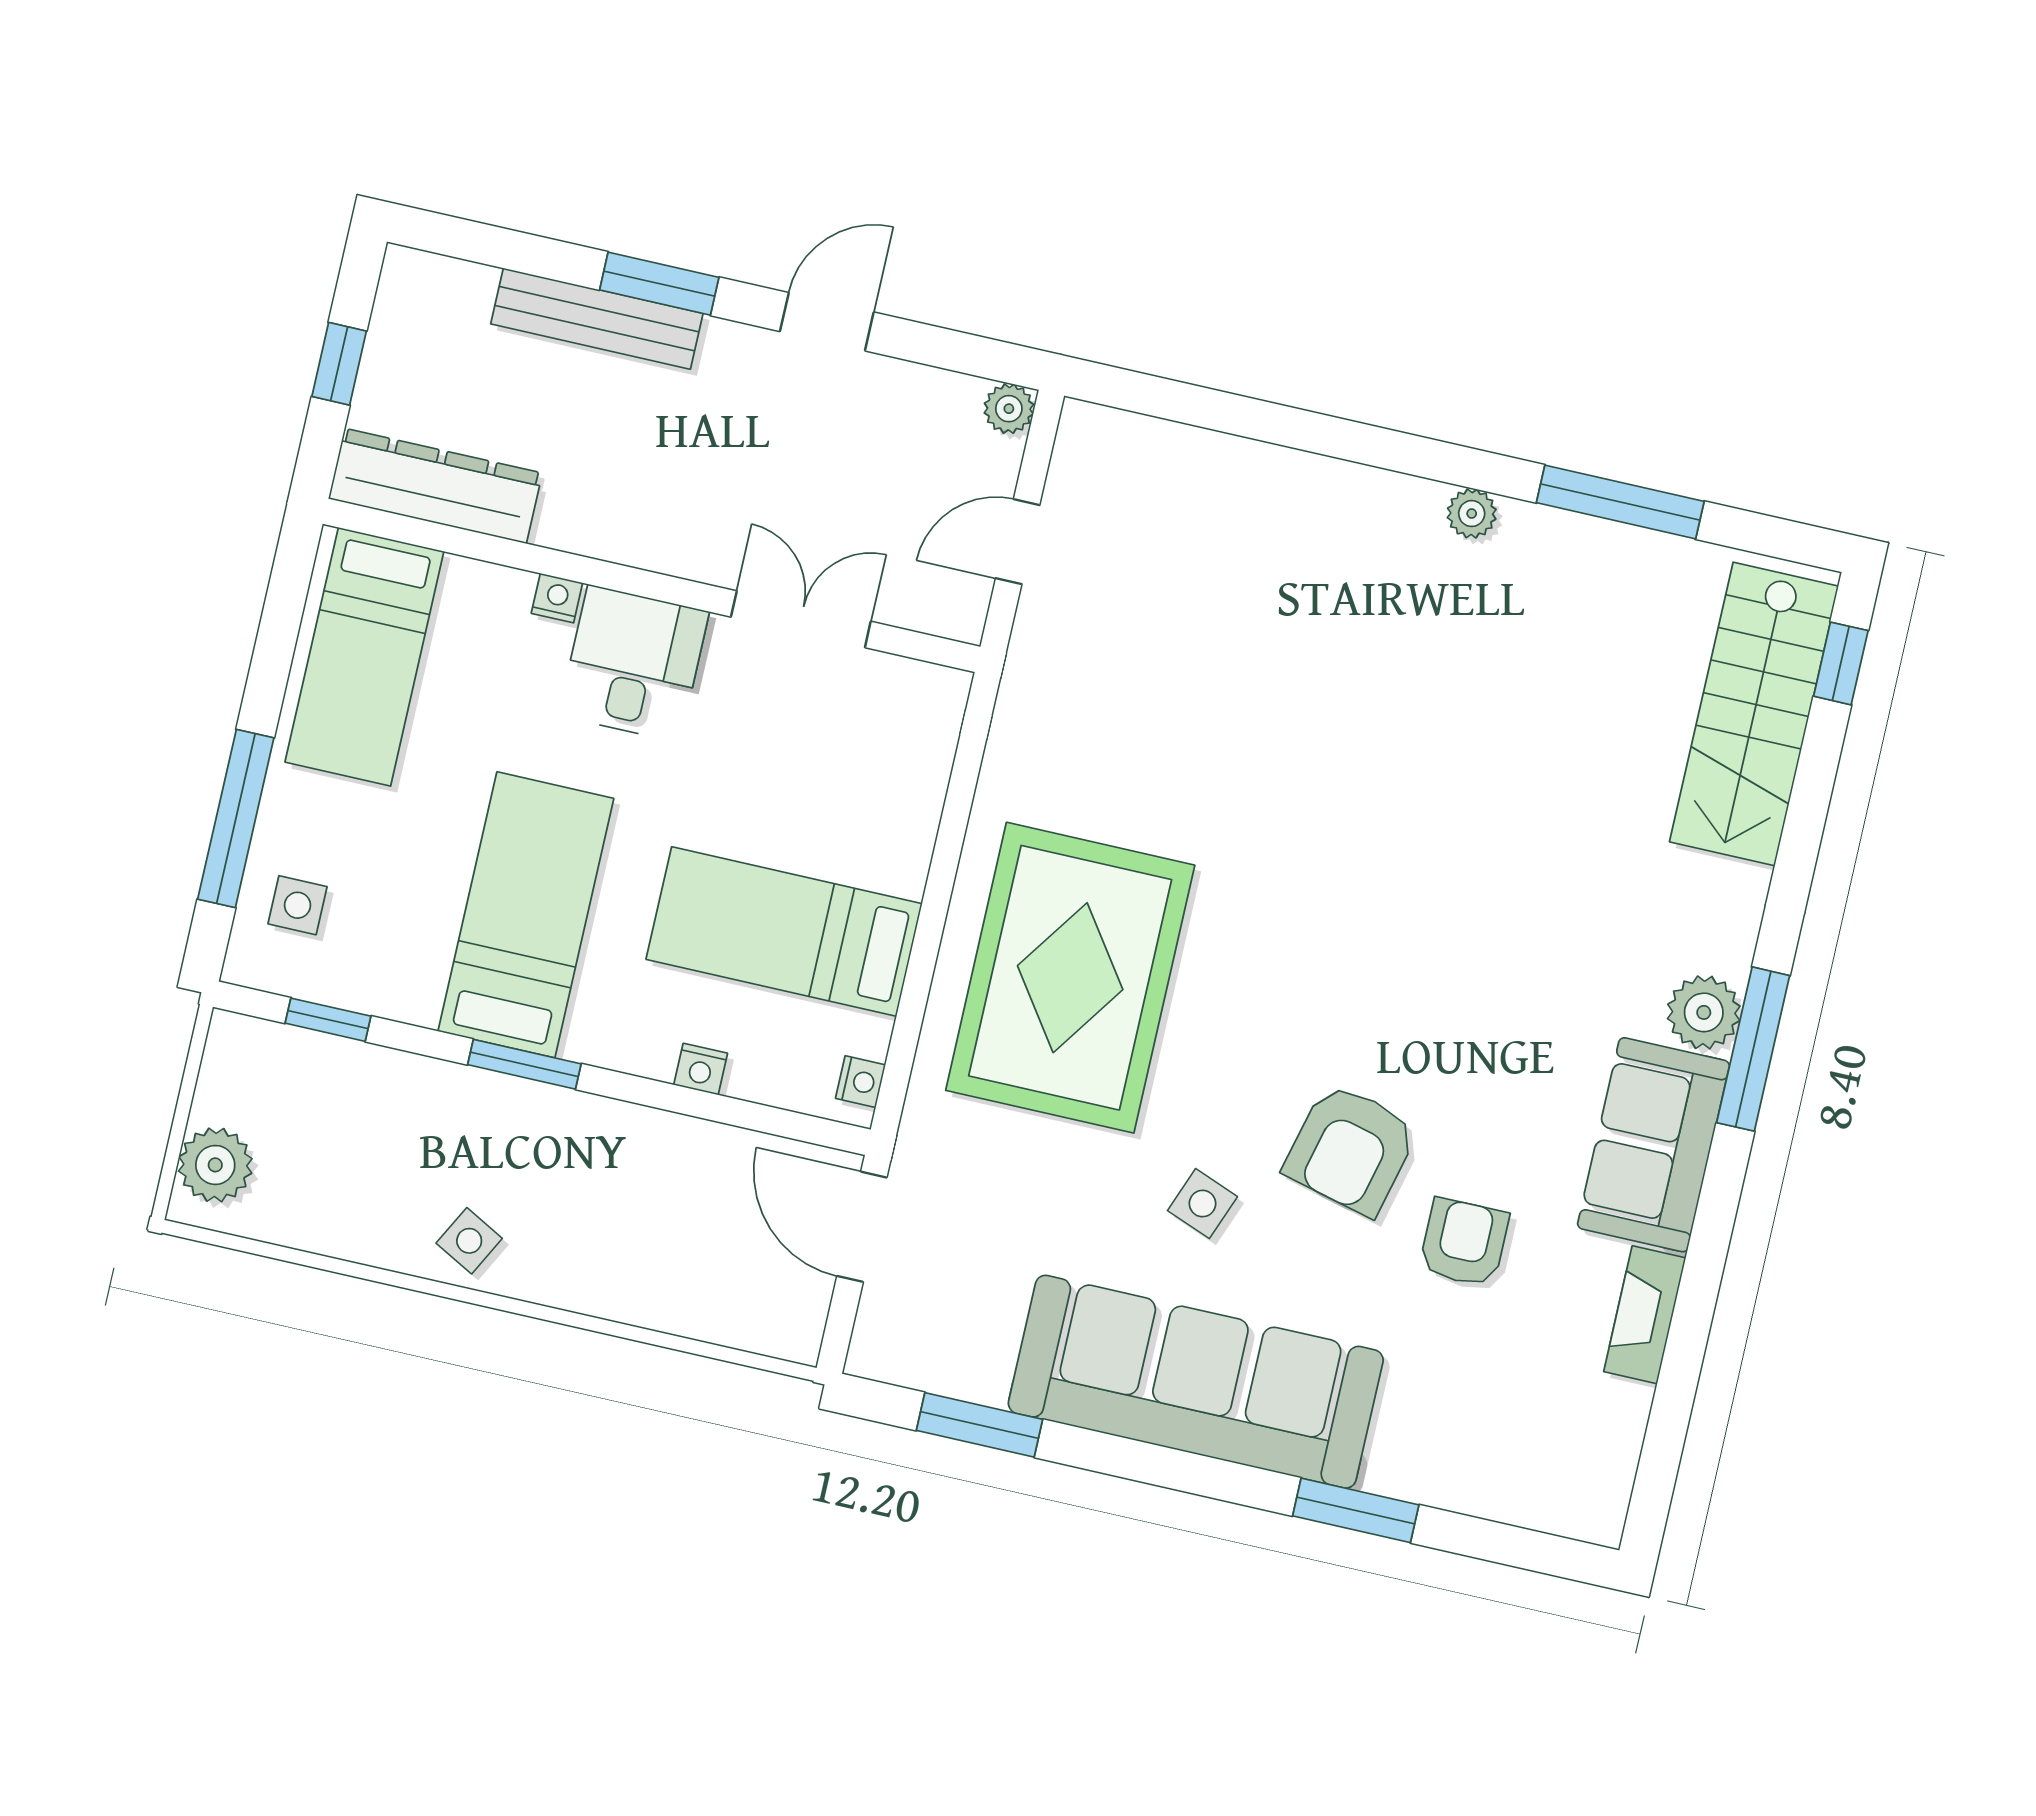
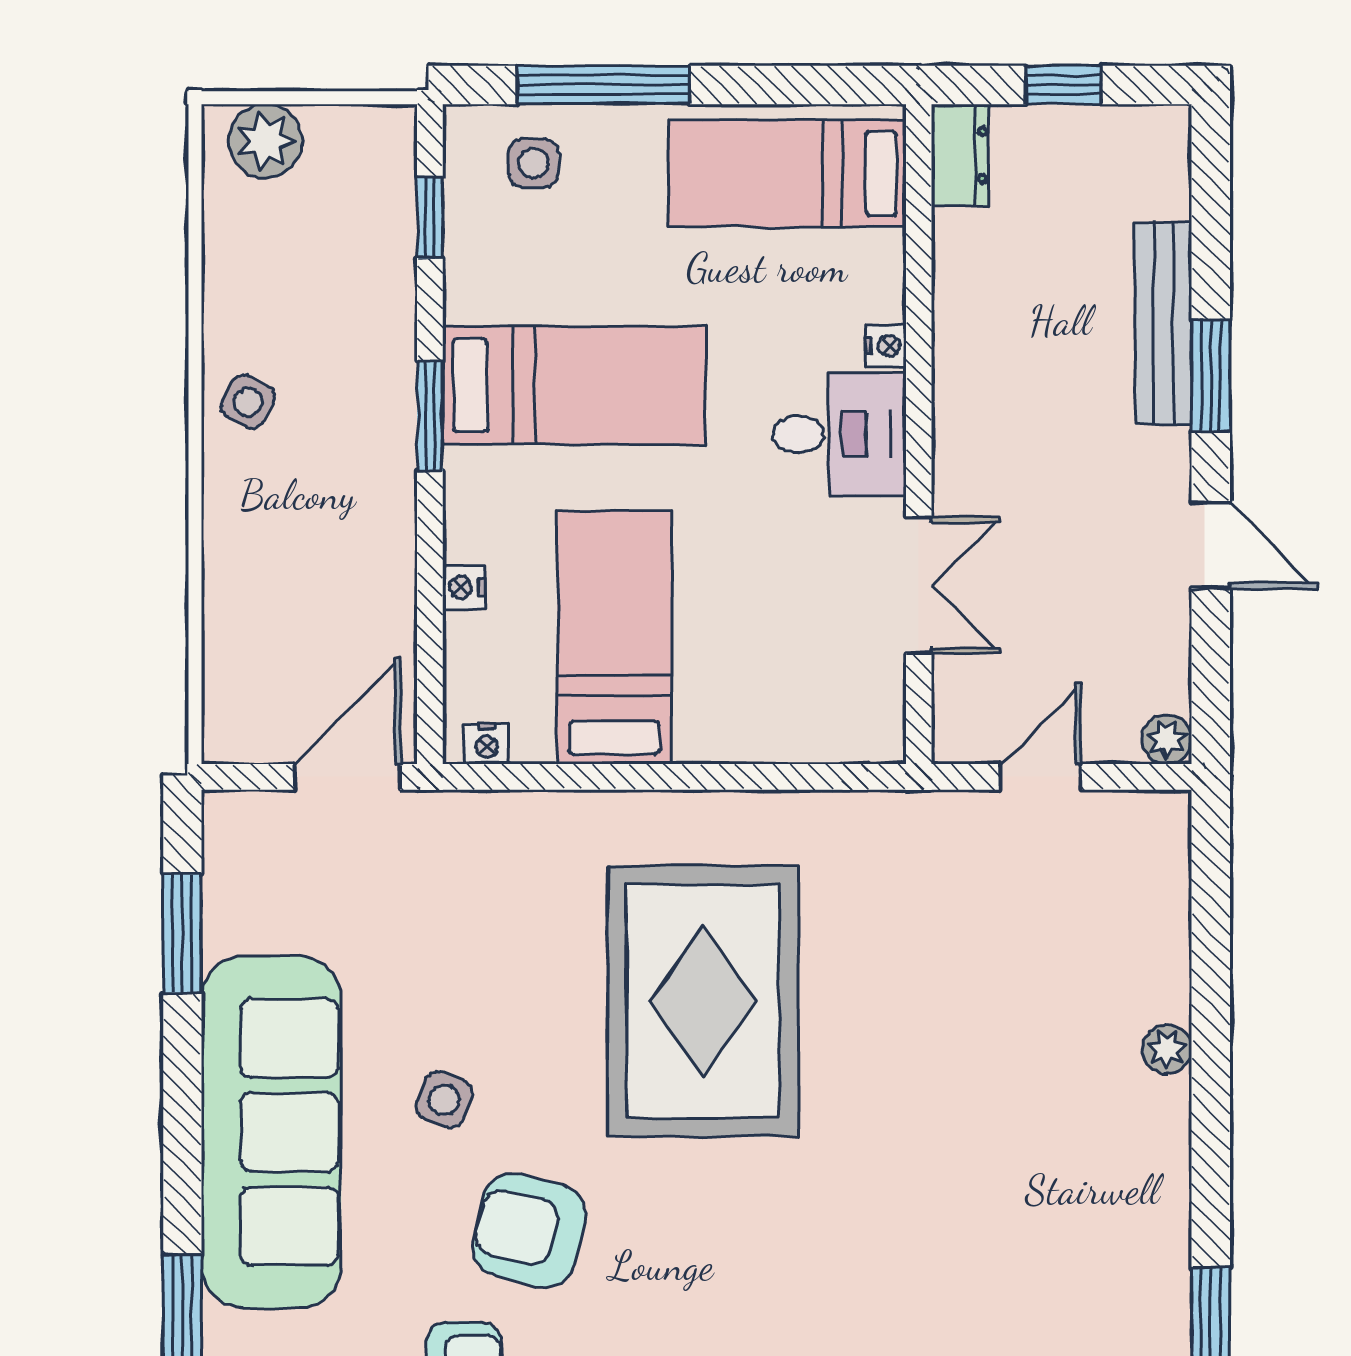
dresser: (435, 486) -> (960, 155), width x0.51, depth x0.80
plant: (1472, 514) -> (1167, 1049), moved
door: (1018, 542) -> (1041, 777), hinge flipped
rug: (1070, 978) -> (703, 1001), moved, turned 90

